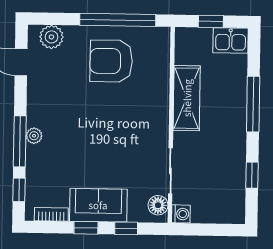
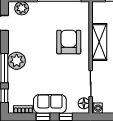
armchair: (111, 61) -> (69, 42), moved, turned 90
plant: (34, 136) -> (17, 61), width x1.88, depth x1.88

